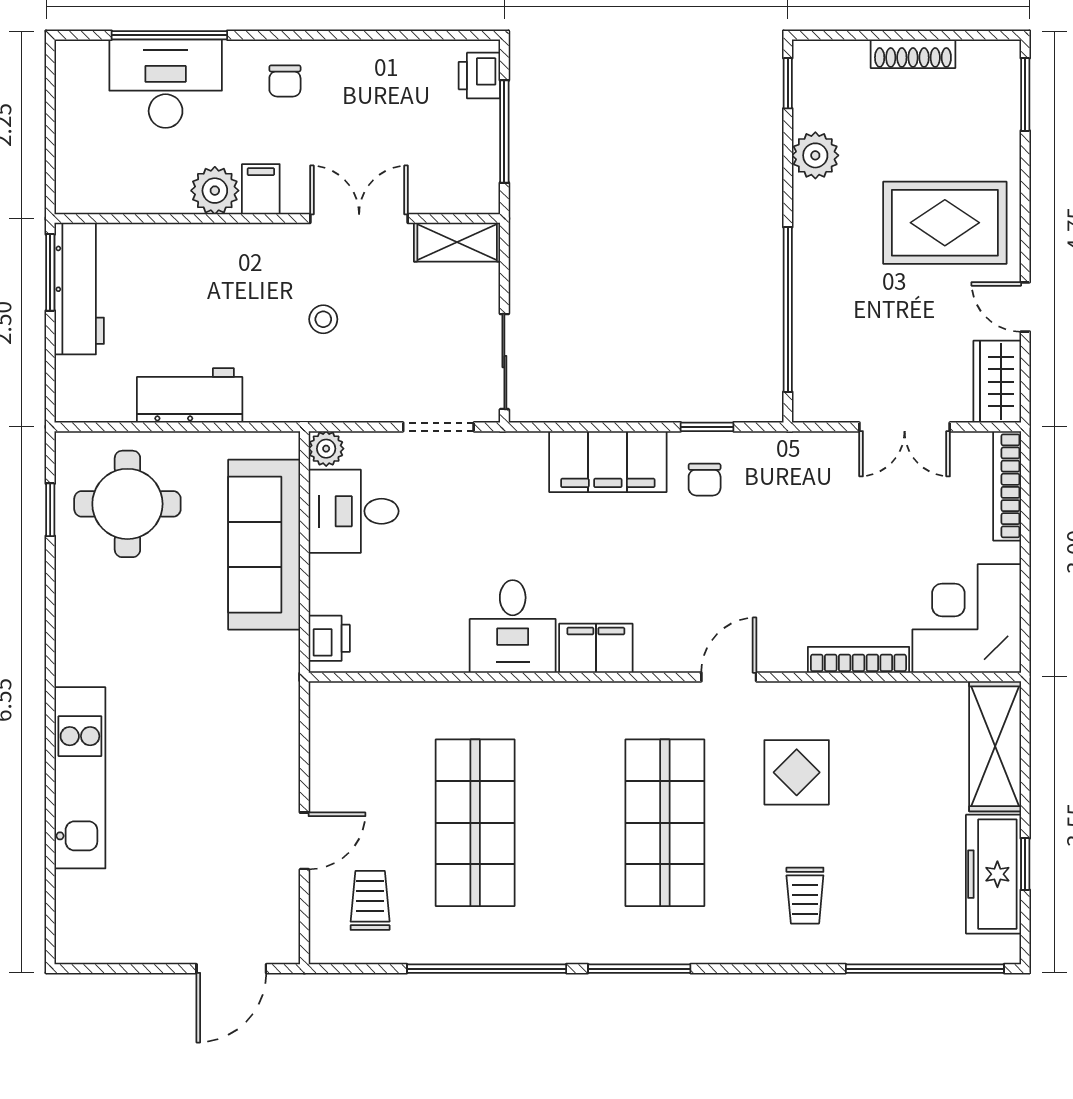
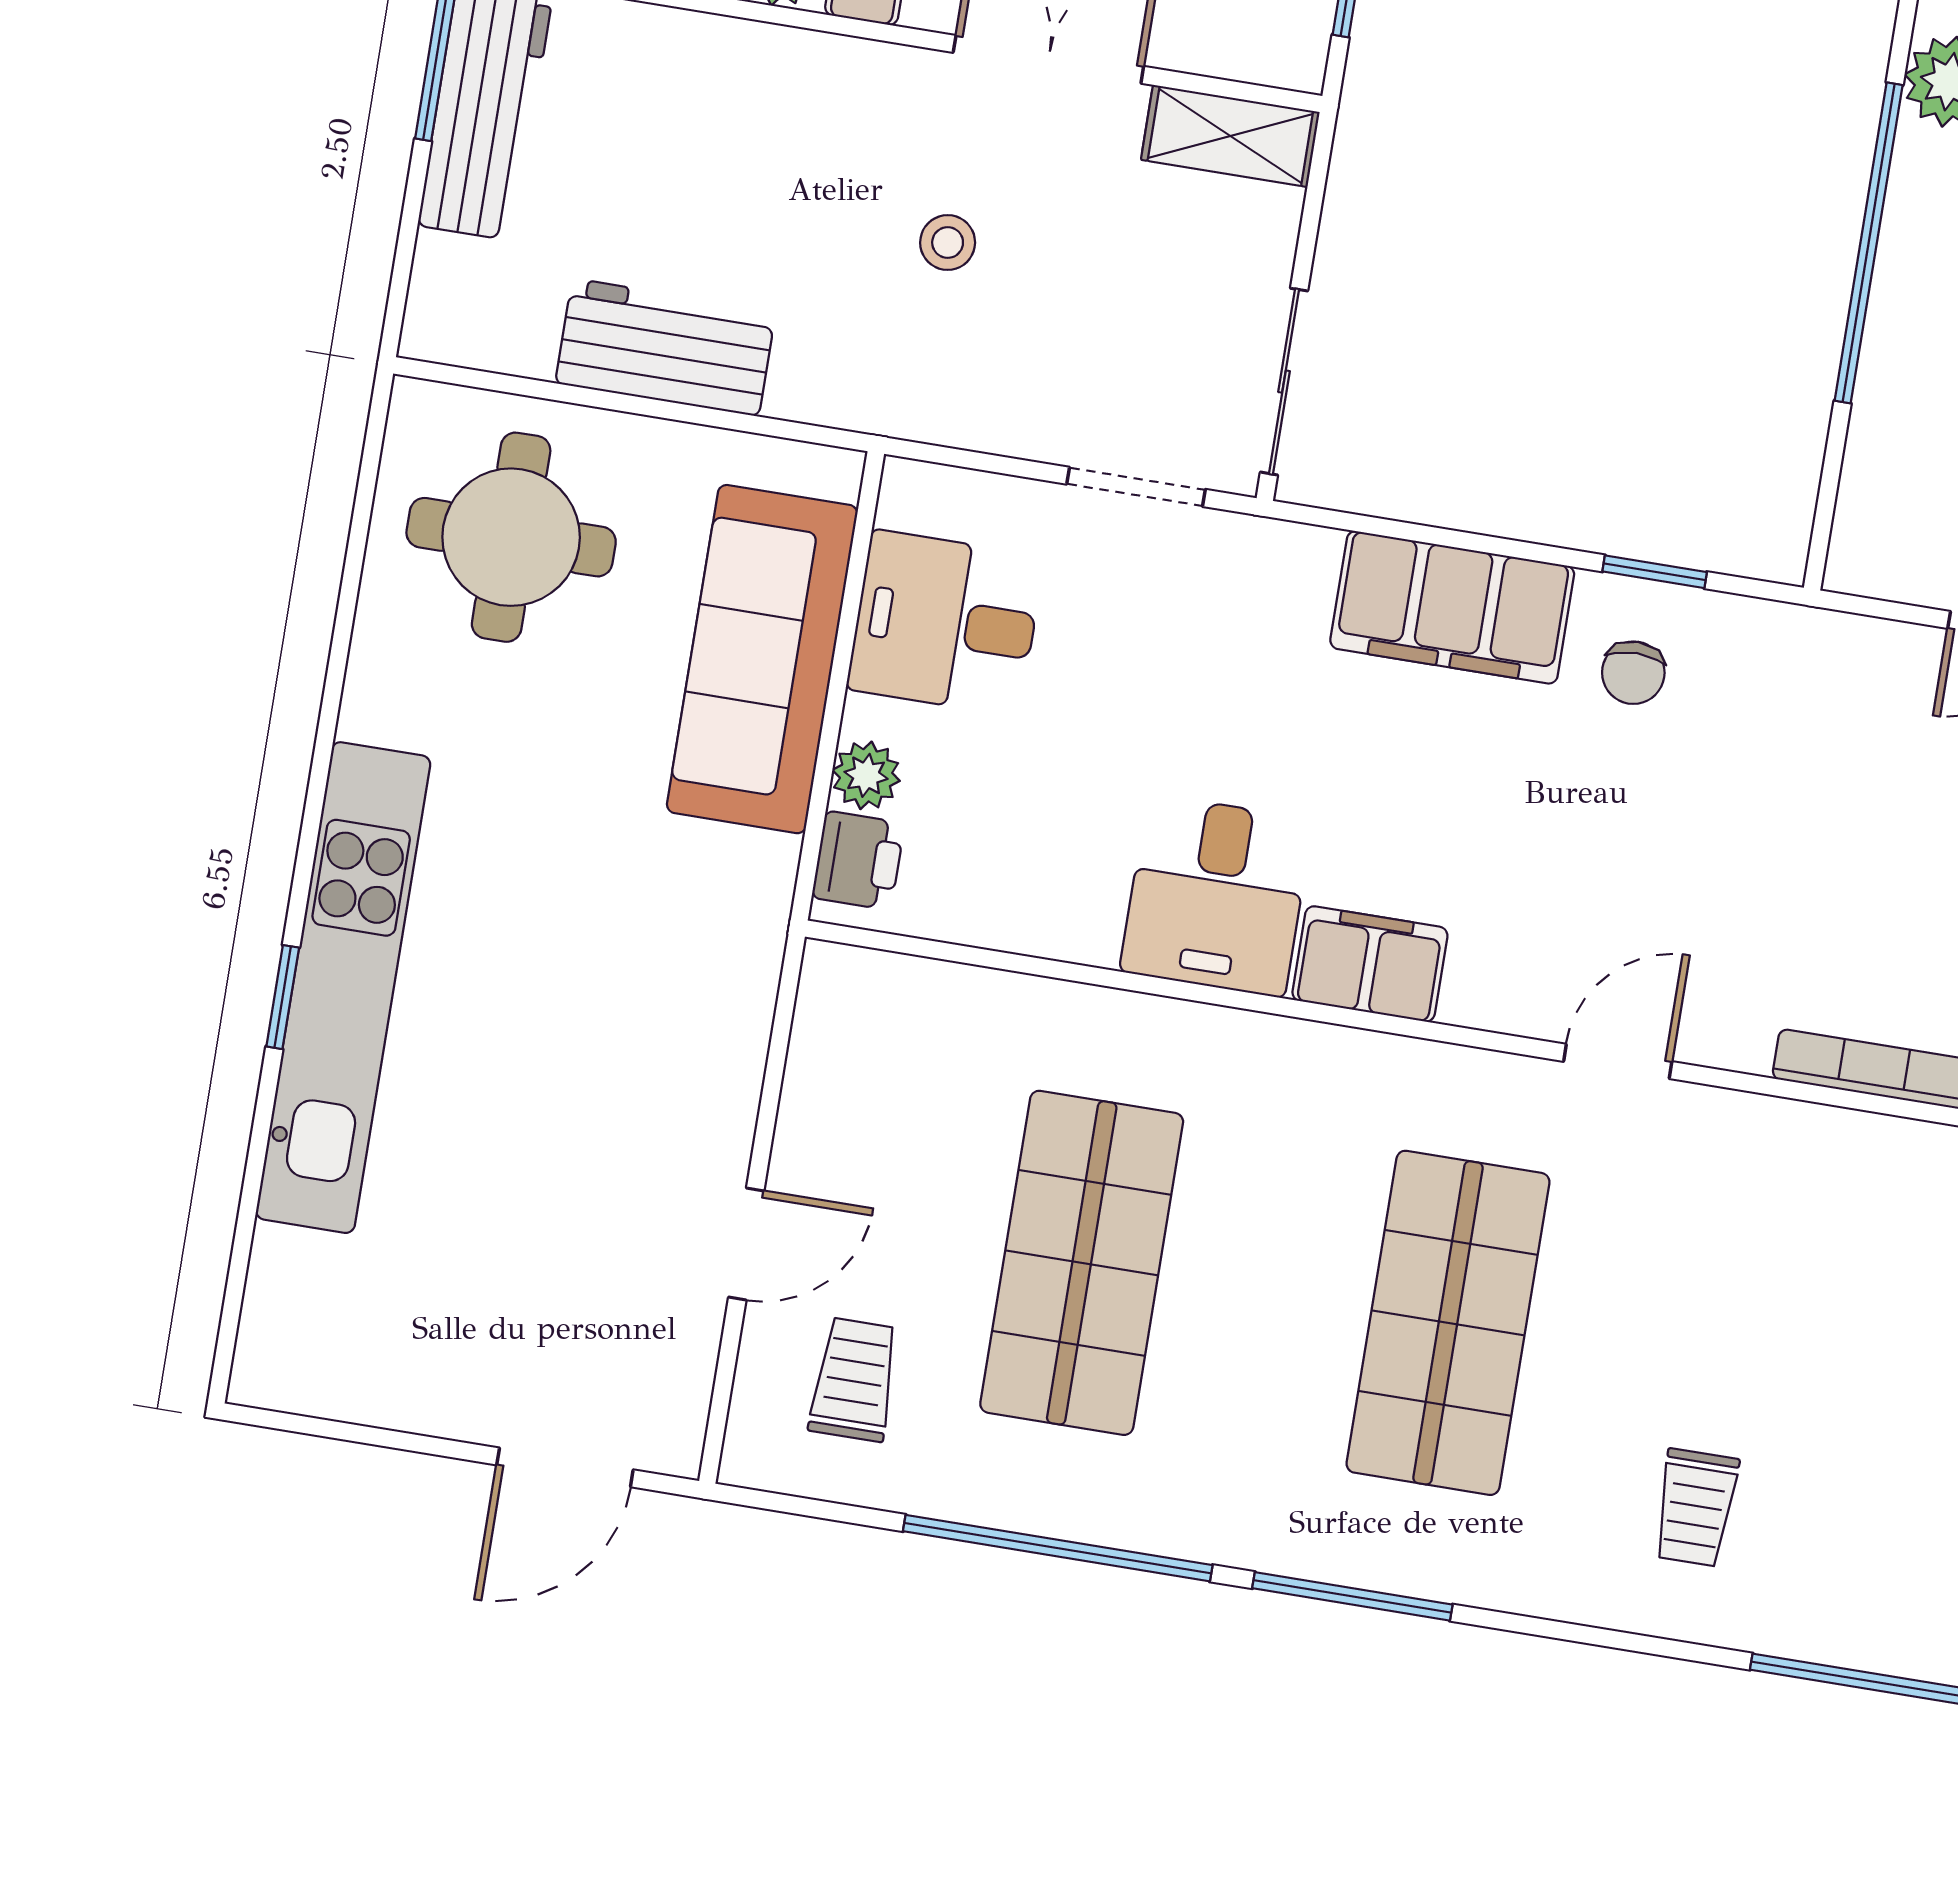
window: (788, 310) -> (1869, 243), moved
plant: (326, 449) -> (866, 775), moved
window: (50, 510) -> (283, 997), moved
display table: (797, 772) -> (1718, 1267), removed
kitchen unit: (80, 778) -> (343, 988), width x1.36

